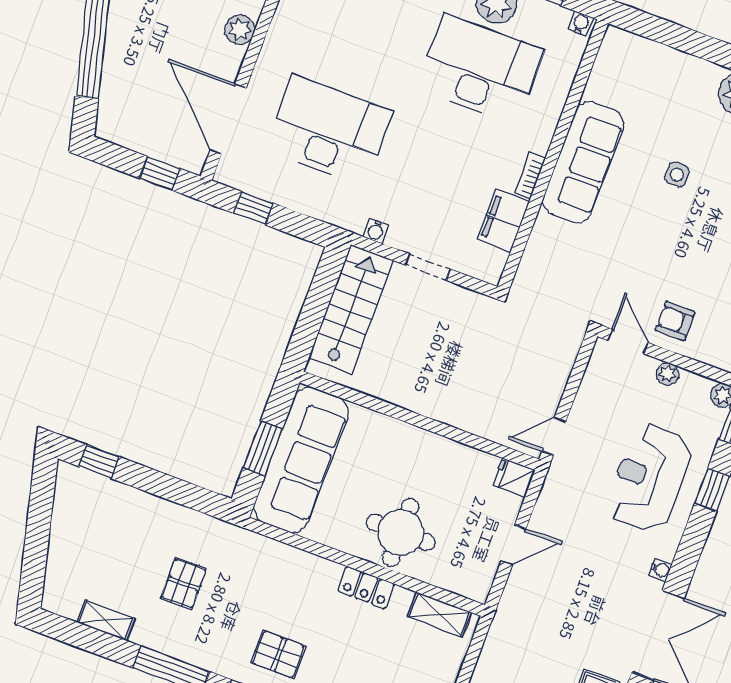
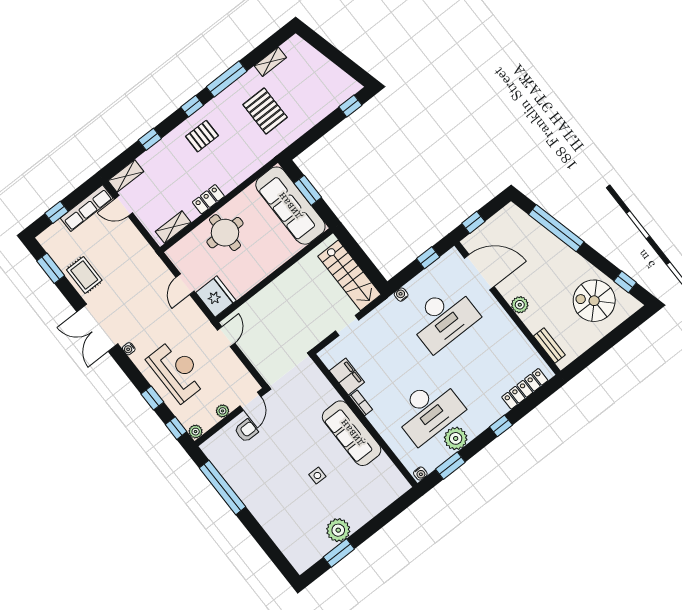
water cooler: (376, 231) -> (401, 295), moved
door: (628, 341) -> (250, 401), hinge flipped
fridge: (514, 478) -> (216, 297), width x1.88, depth x1.34
pallet: (184, 584) -> (265, 111), width x1.50, depth x1.42

